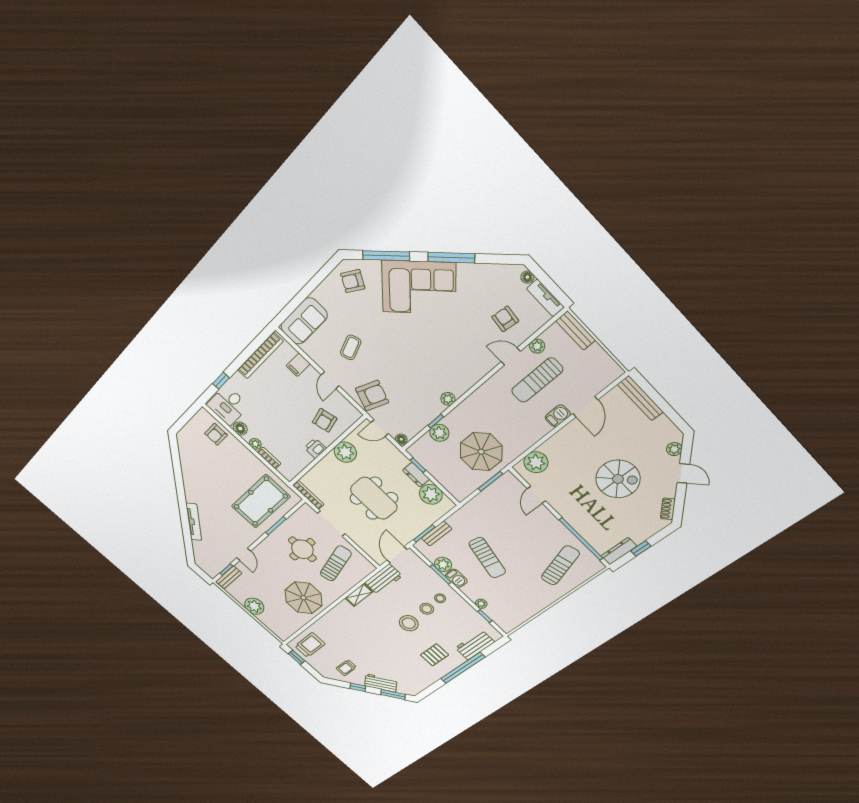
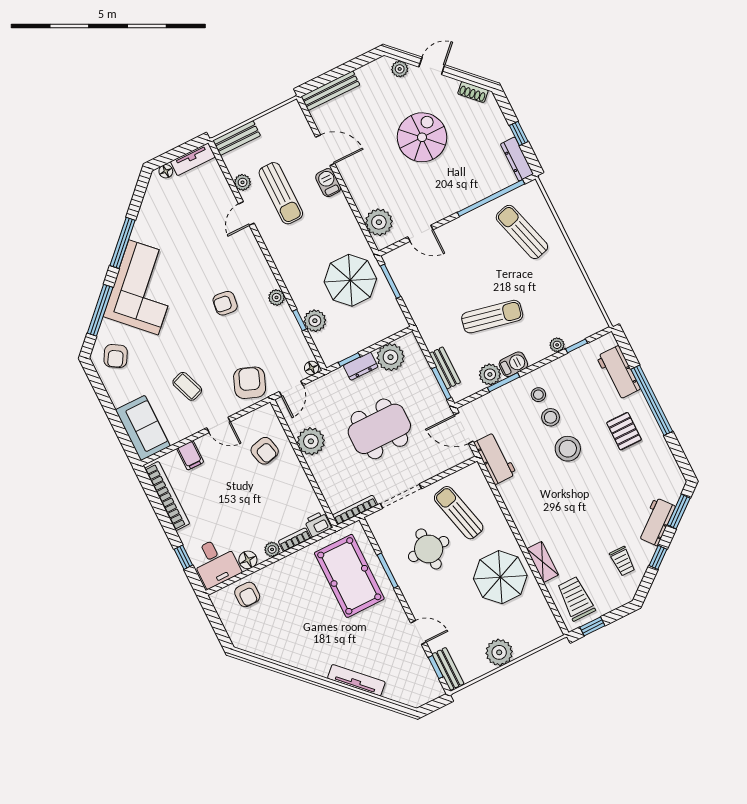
armchair: (505, 319) -> (225, 303), moved
printer: (315, 448) -> (318, 524), moved, turned 90
shelving: (359, 595) -> (543, 562), moved

